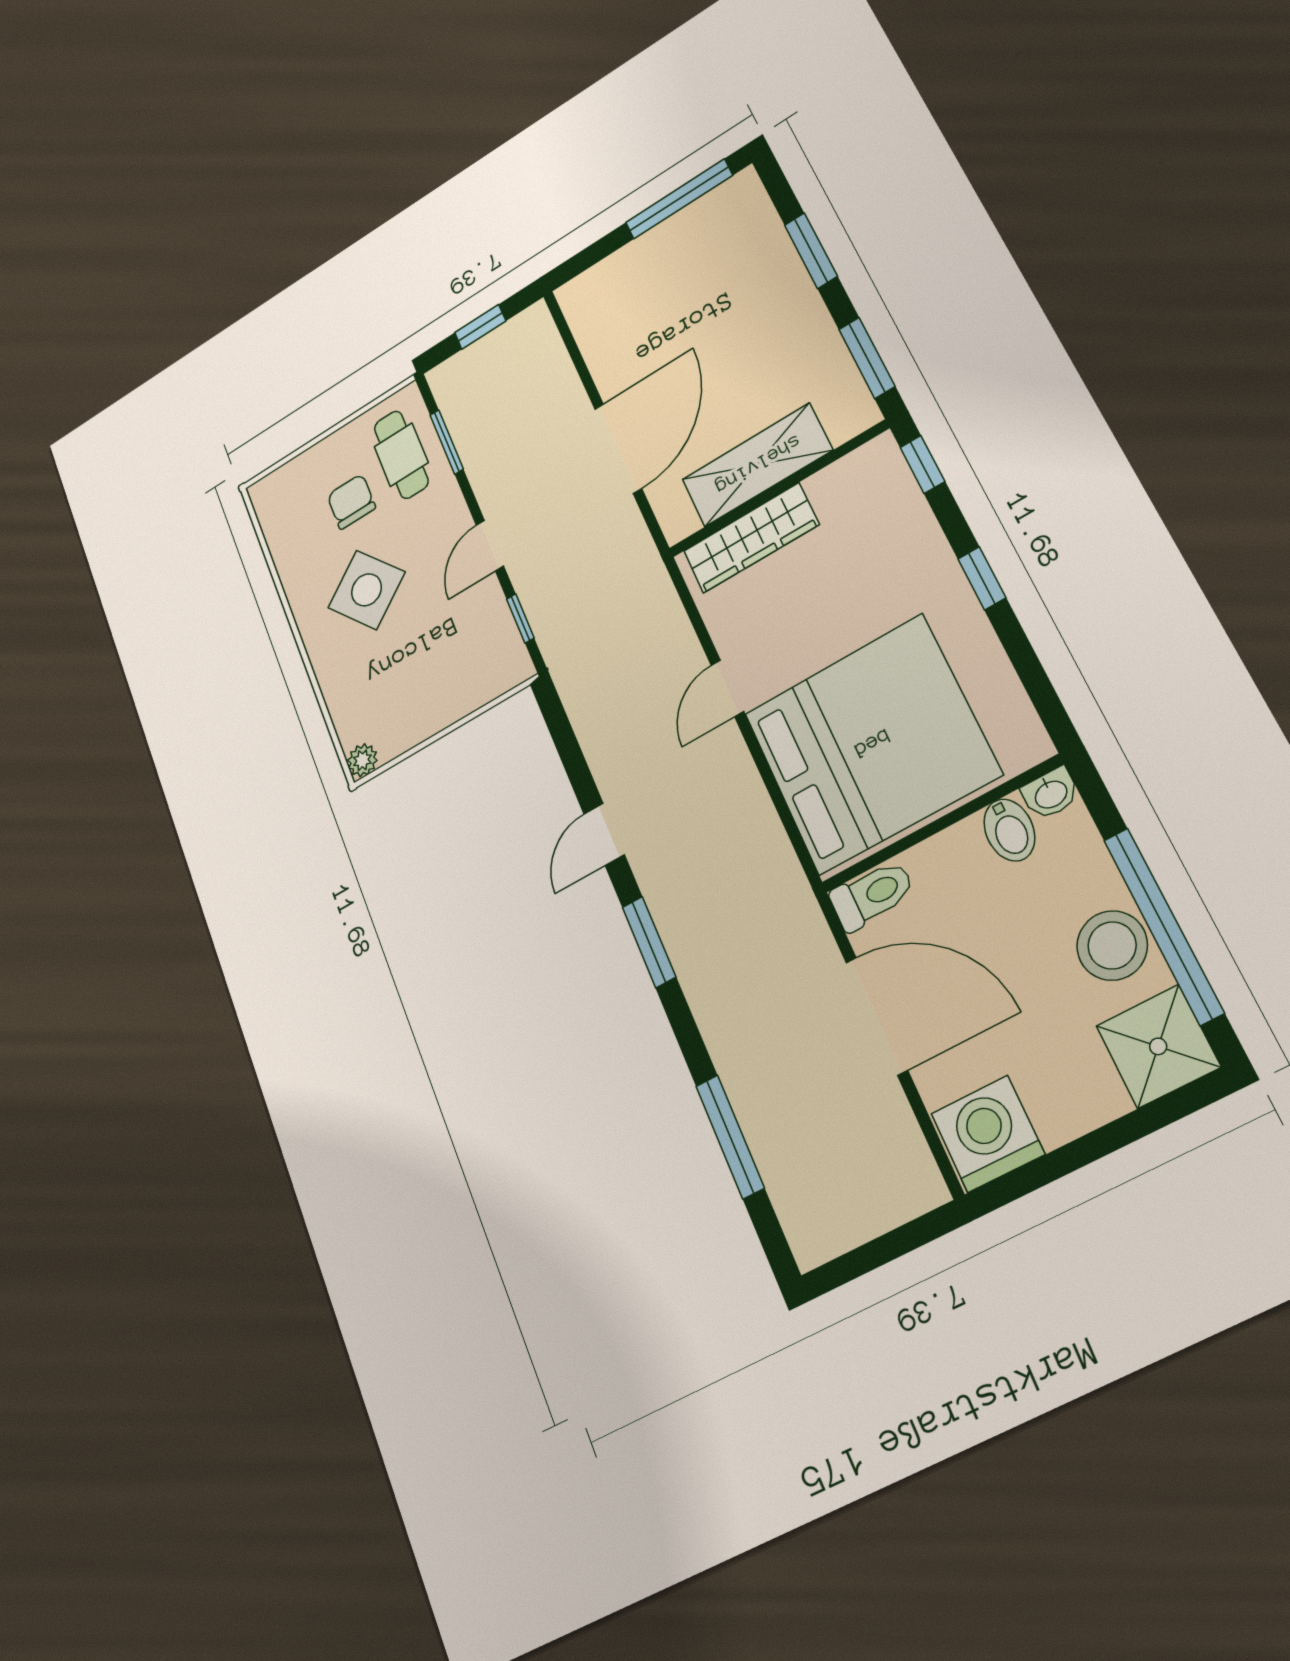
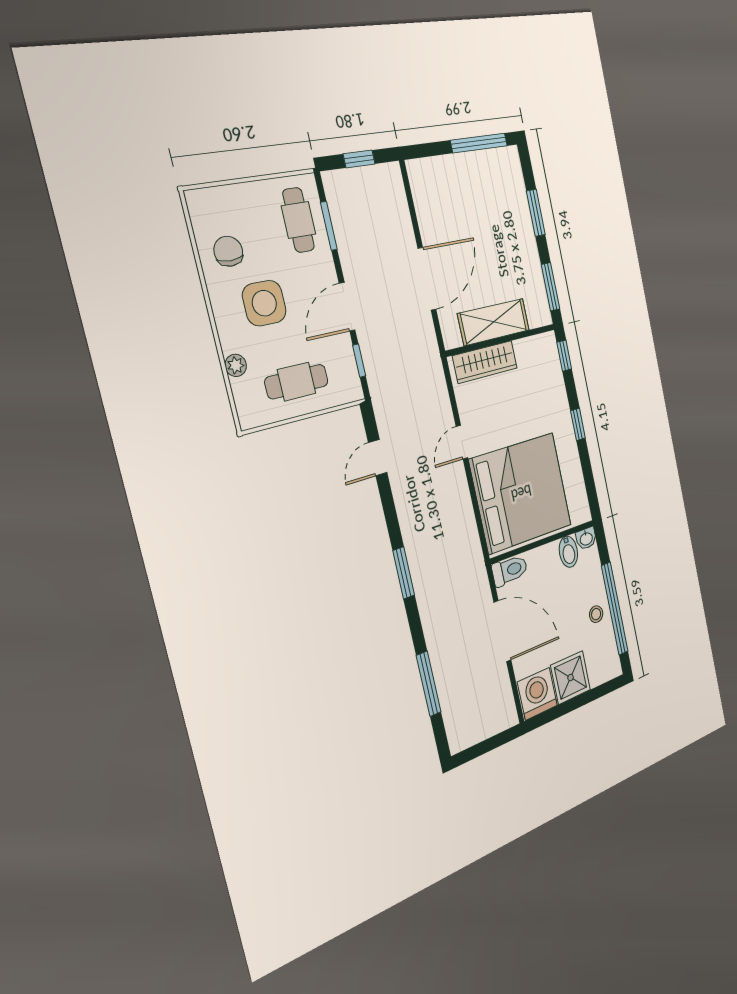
chair: (351, 502) -> (228, 251), moved
door: (490, 546) -> (347, 307), width x1.38
side table: (366, 590) -> (264, 303), turned 38
cafe table: (426, 684) -> (297, 382), added
plant: (362, 760) -> (236, 365), moved
door: (604, 834) -> (378, 458), moved
stool: (1112, 945) -> (596, 614), width x0.53, depth x0.53
shower: (1158, 1046) -> (571, 678), moved

